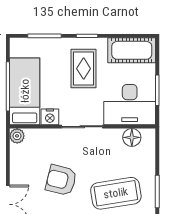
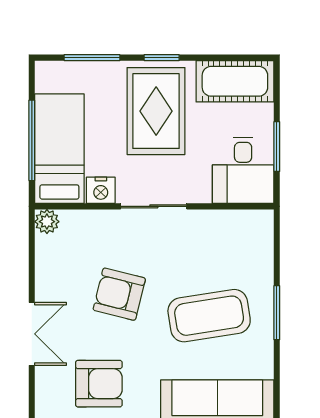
rug: (84, 69) -> (156, 111), width x1.36, depth x1.43
desk: (130, 105) -> (243, 170), width x0.73
floor lamp: (132, 137) -> (235, 224), removed

